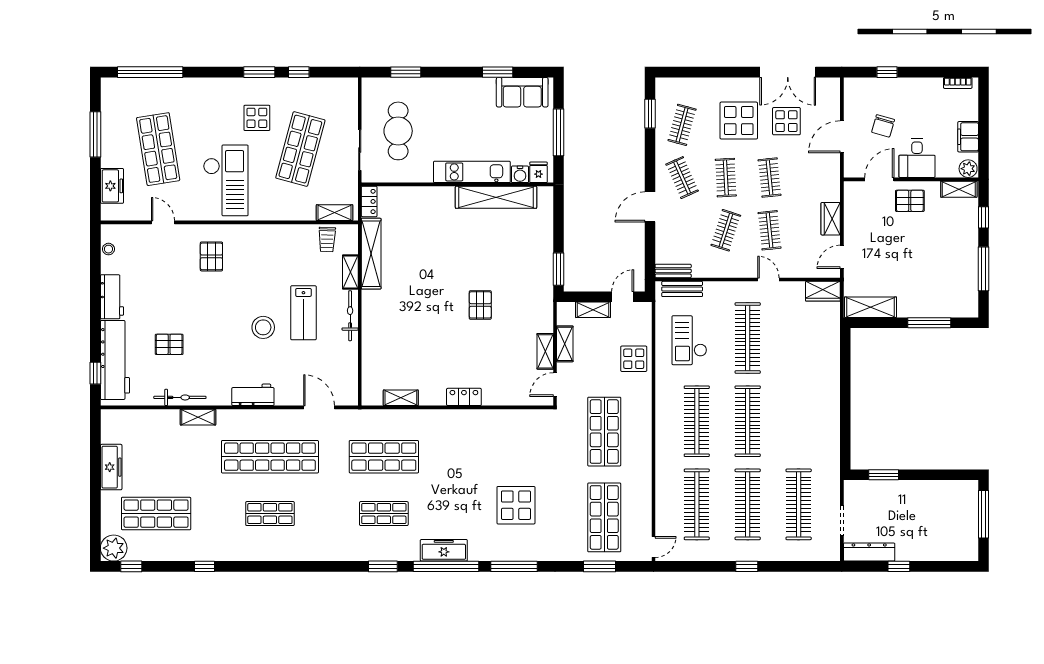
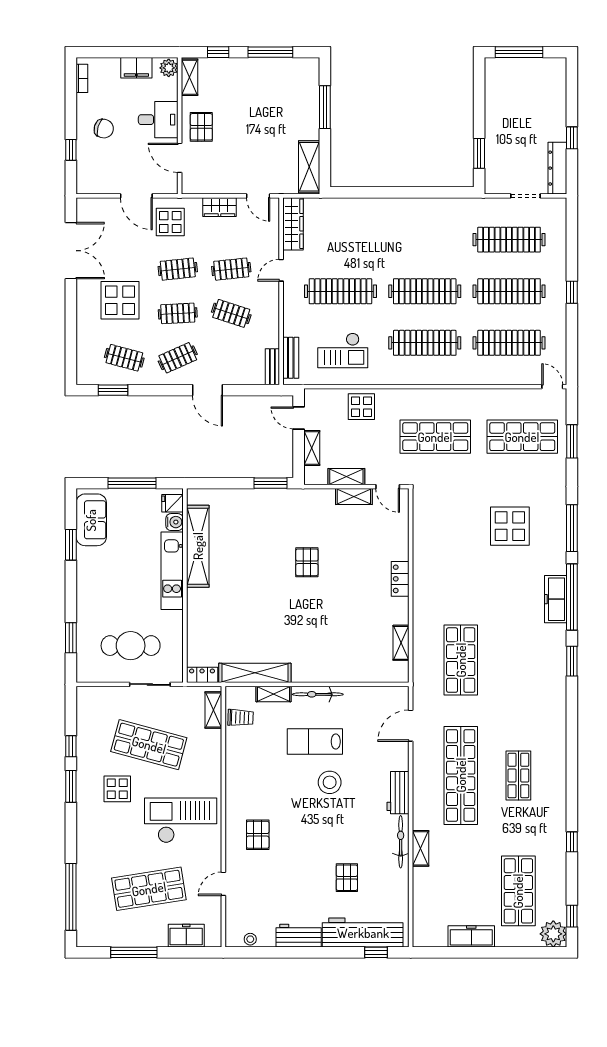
display table: (786, 121) -> (170, 222), moved
chair: (883, 126) -> (104, 129), moved
pallet: (211, 256) -> (258, 835), turned 90
wardrobe: (823, 291) -> (293, 224), width x1.50
pallet: (480, 305) -> (307, 562), turned 90
lab bench: (303, 313) -> (315, 742), turned 180
bicycle: (180, 397) -> (401, 842), moved
shop shelf: (384, 514) -> (518, 660), removed

